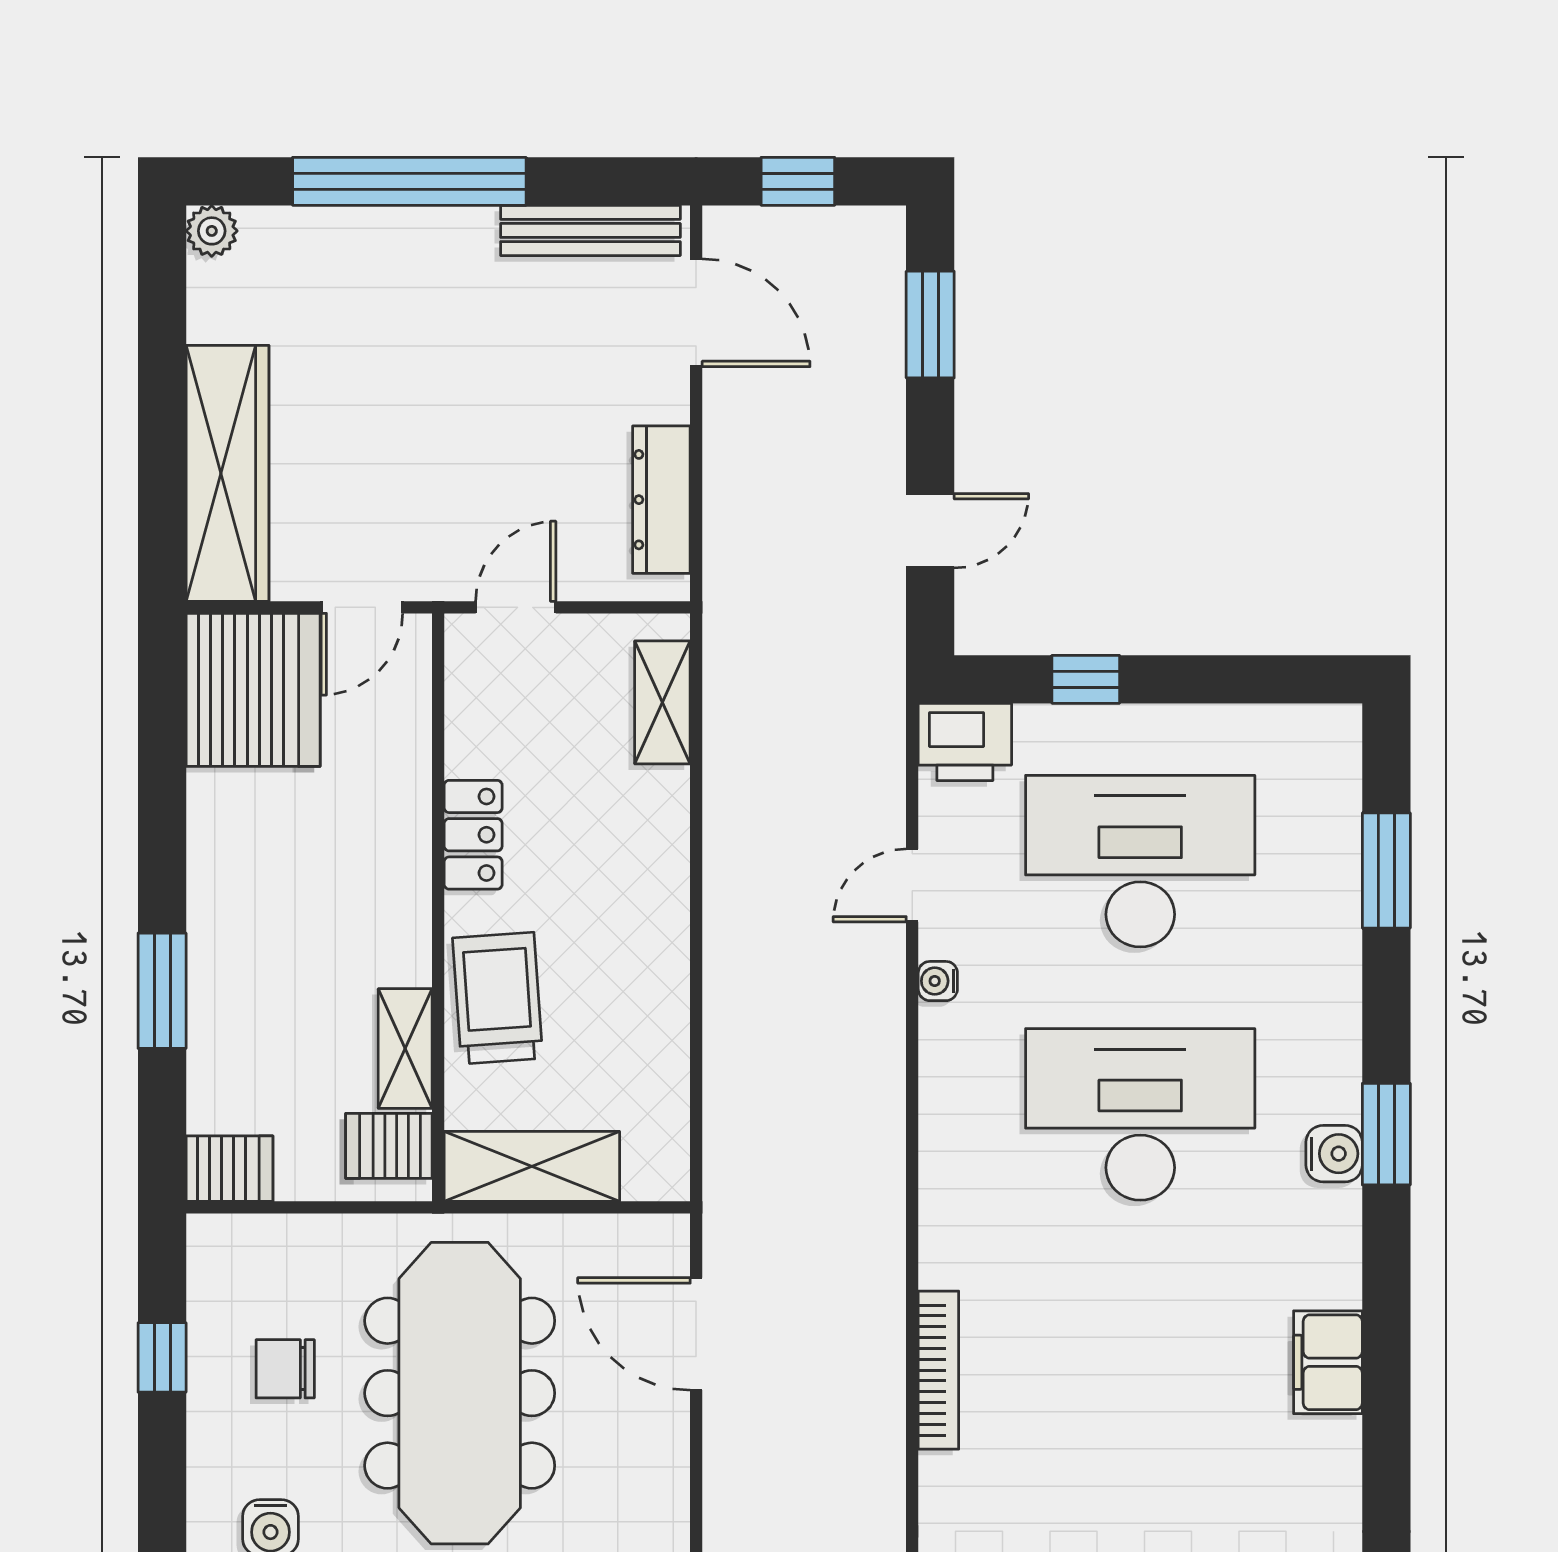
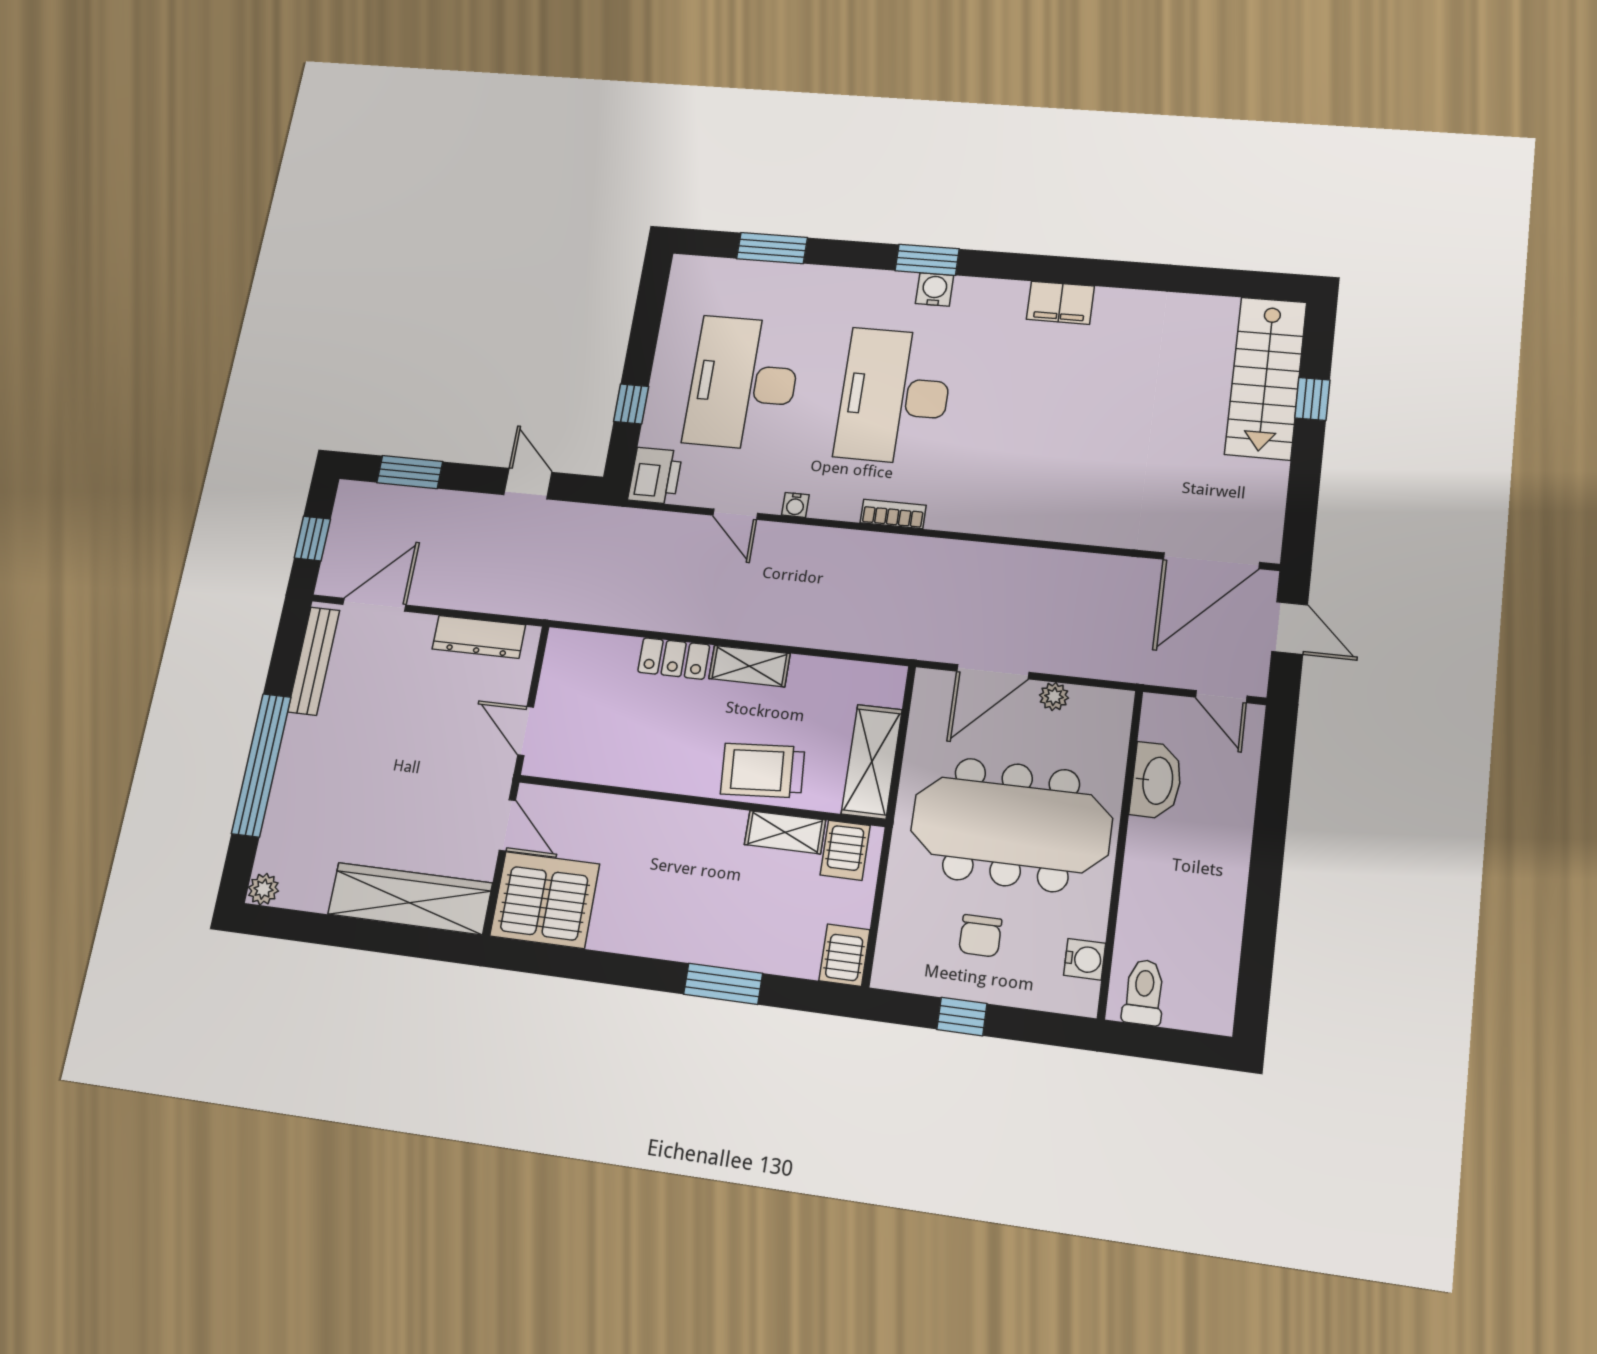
shelving: (662, 702) -> (749, 666), moved
locker: (473, 835) -> (674, 659), moved, turned 180
bookcase: (938, 1370) -> (893, 514), moved, width x0.64
plant: (667, 1433) -> (1054, 696), added

